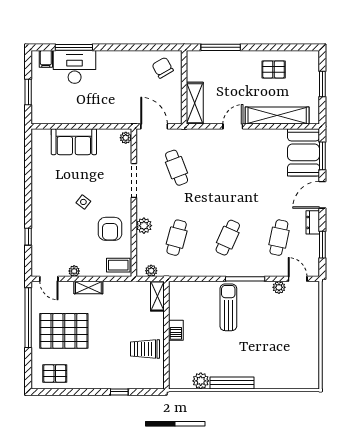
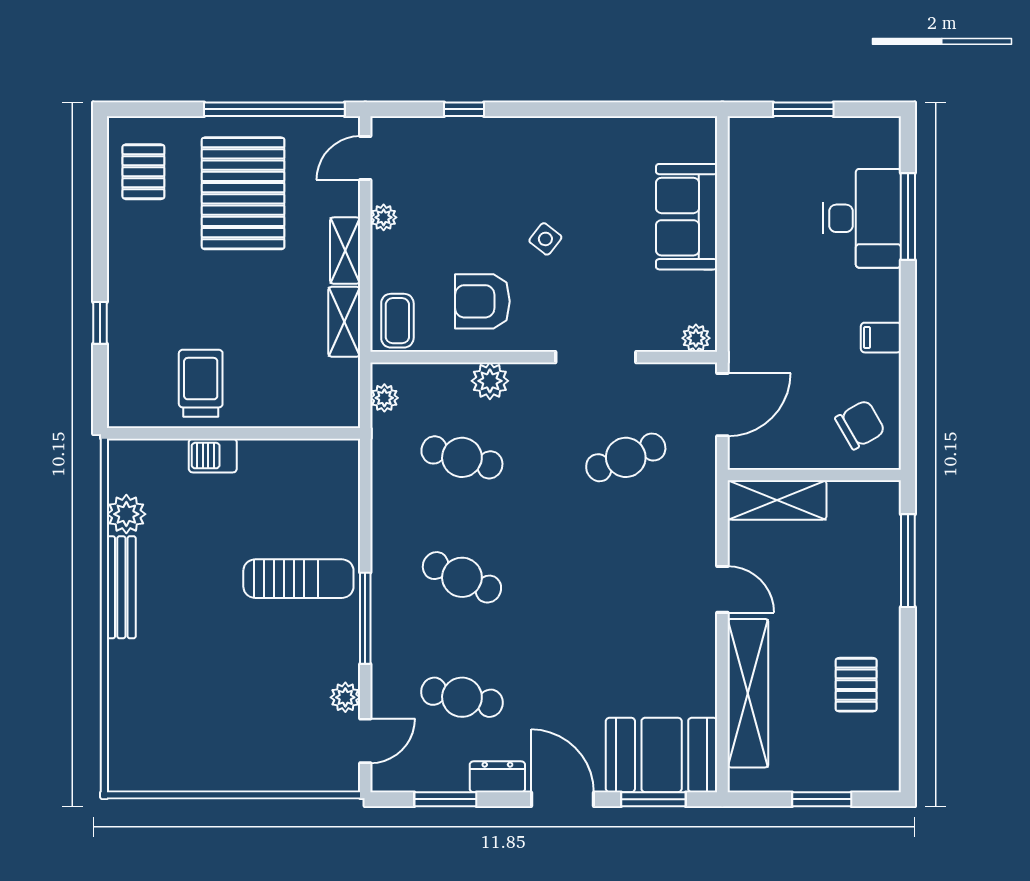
filing cabinet: (46, 59) -> (881, 338), moved
shelving: (157, 296) -> (344, 322), moved, turned 90
barbecue: (176, 330) -> (213, 456), moved

